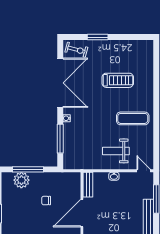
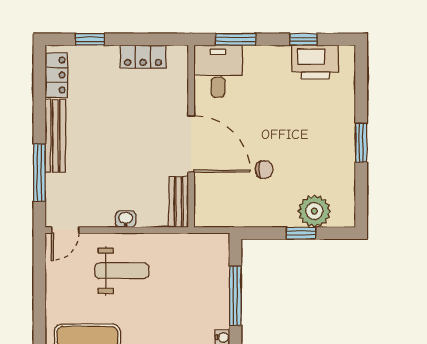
window: (28, 169) -> (301, 233), width x0.46
door: (144, 171) -> (65, 230), hinge flipped
door: (82, 213) -> (191, 144), hinge flipped

